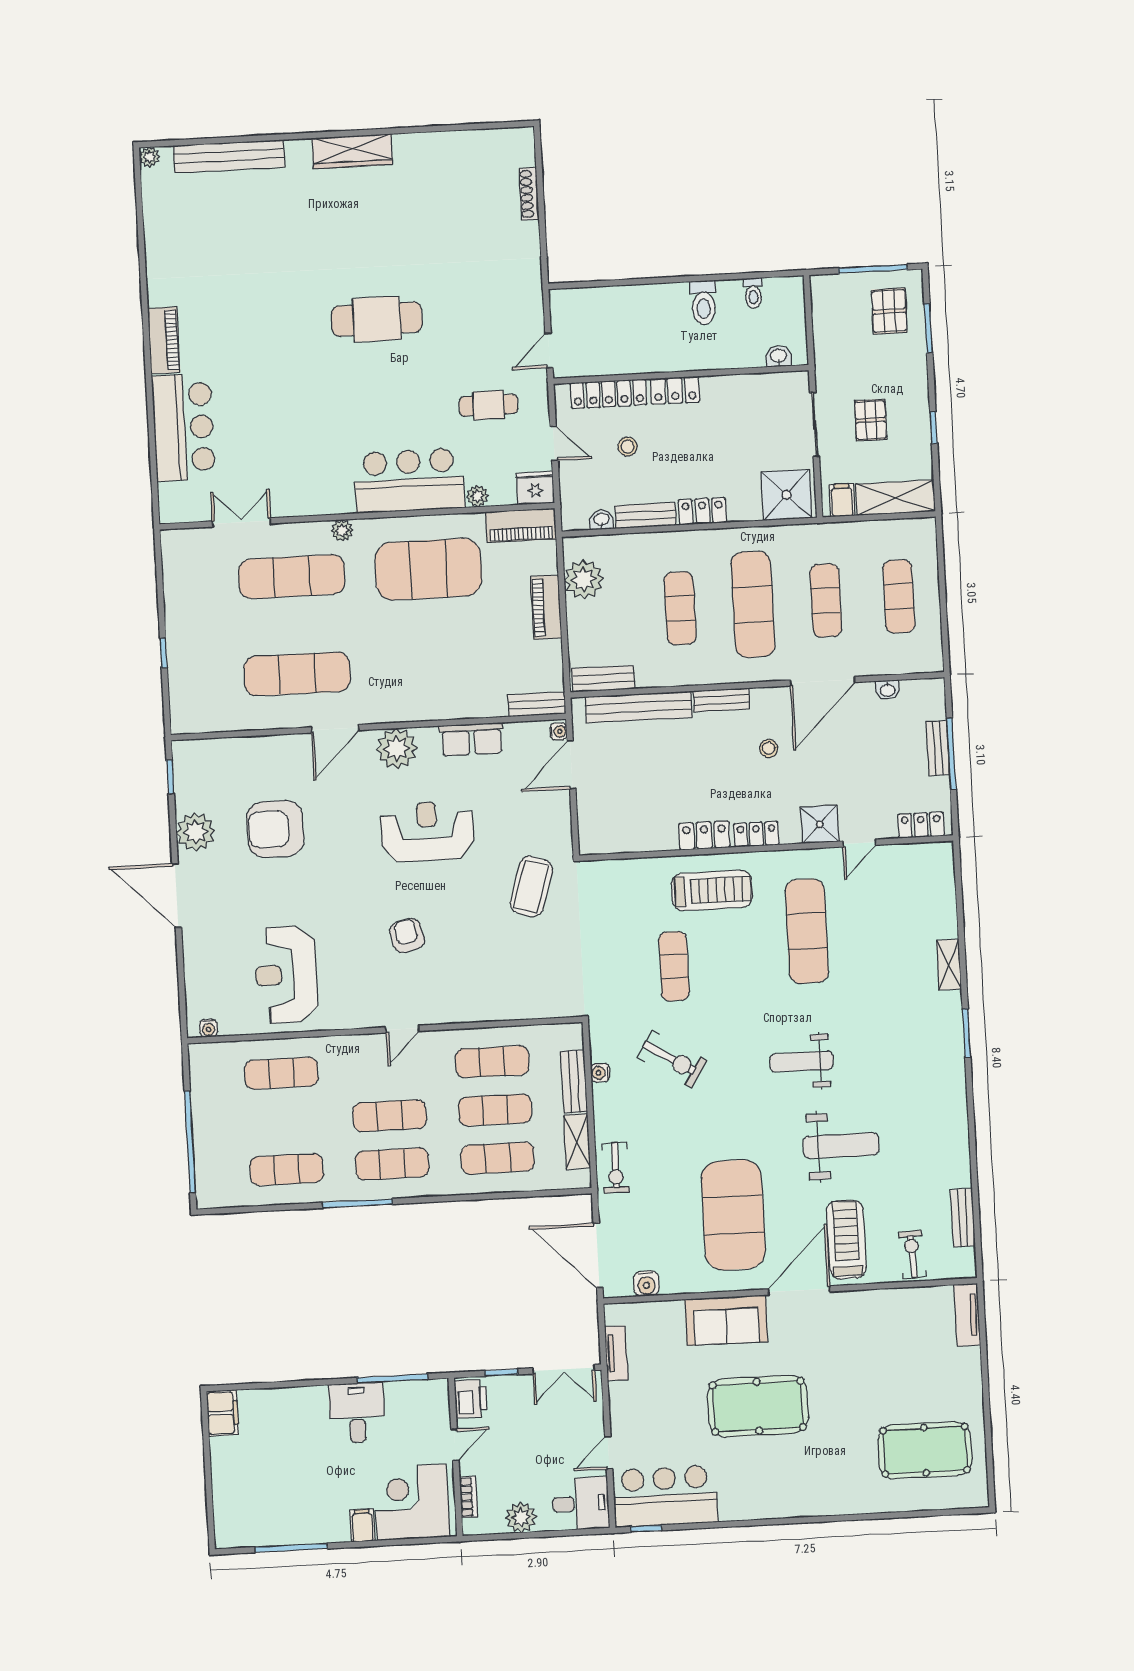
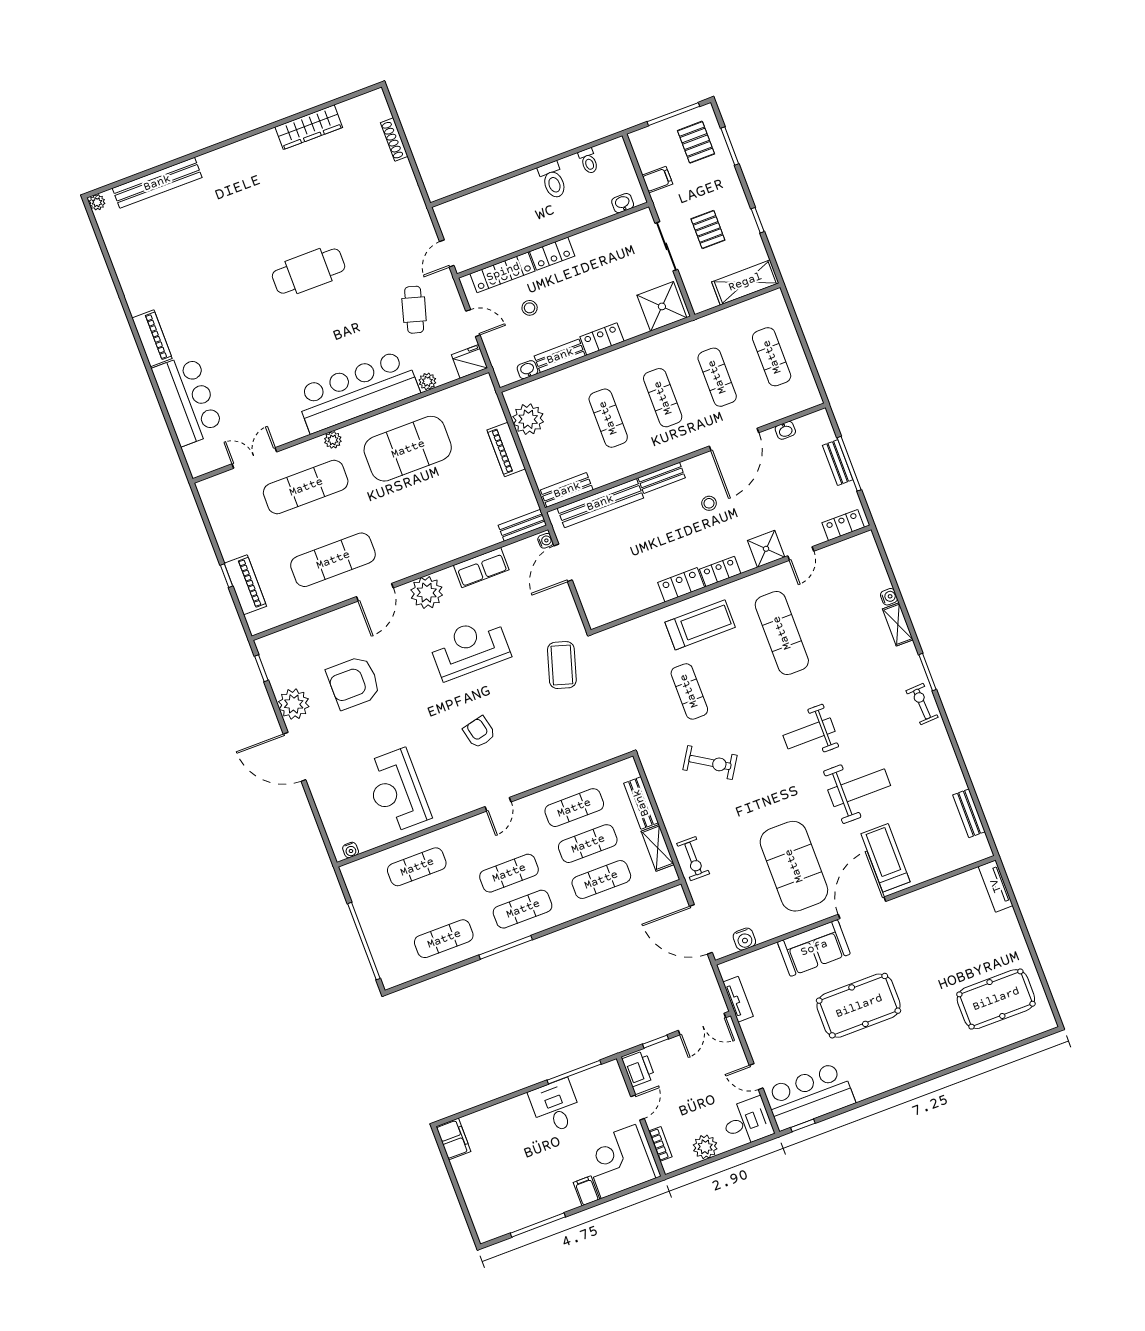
wardrobe: (352, 151) -> (309, 127), moved
cafe table: (489, 405) -> (414, 310), turned -74
bar counter: (409, 480) -> (357, 391), width x1.36
filing cabinet: (842, 500) -> (657, 180), moved, turned 90
piano: (521, 525) -> (245, 585), moved, turned -90
exercise mat: (753, 604) -> (663, 398), width x0.73, depth x0.69
water cooler: (600, 1073) -> (889, 597), moved, turned 180
exercise bike: (912, 1254) -> (922, 704), moved
door: (609, 1453) -> (756, 1077), hinge flipped

